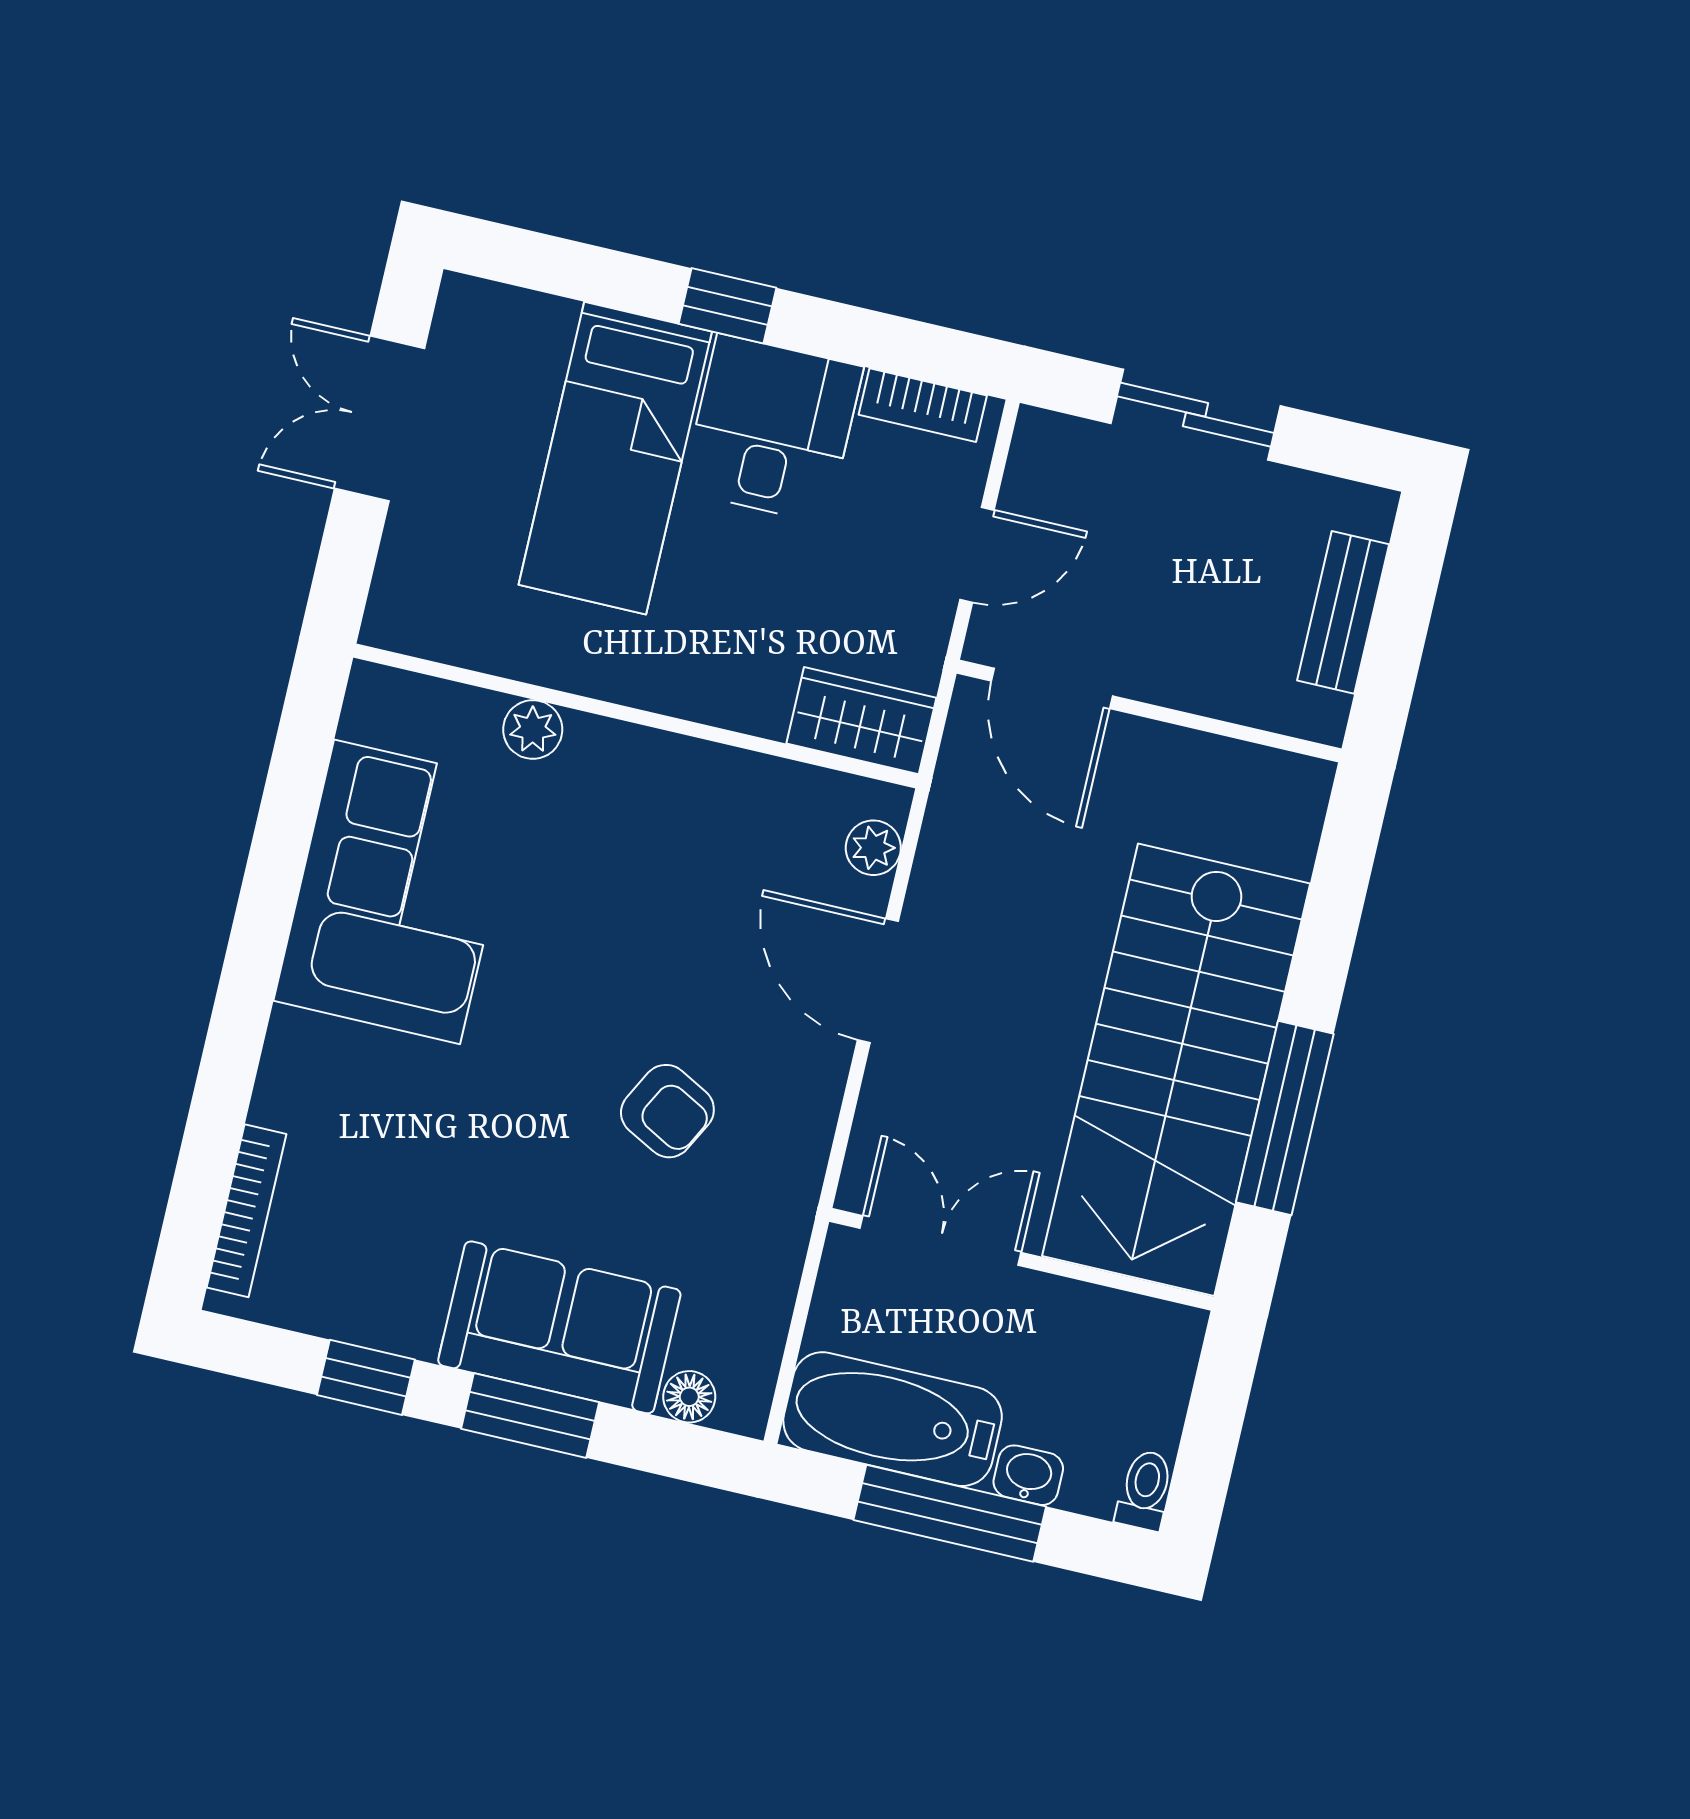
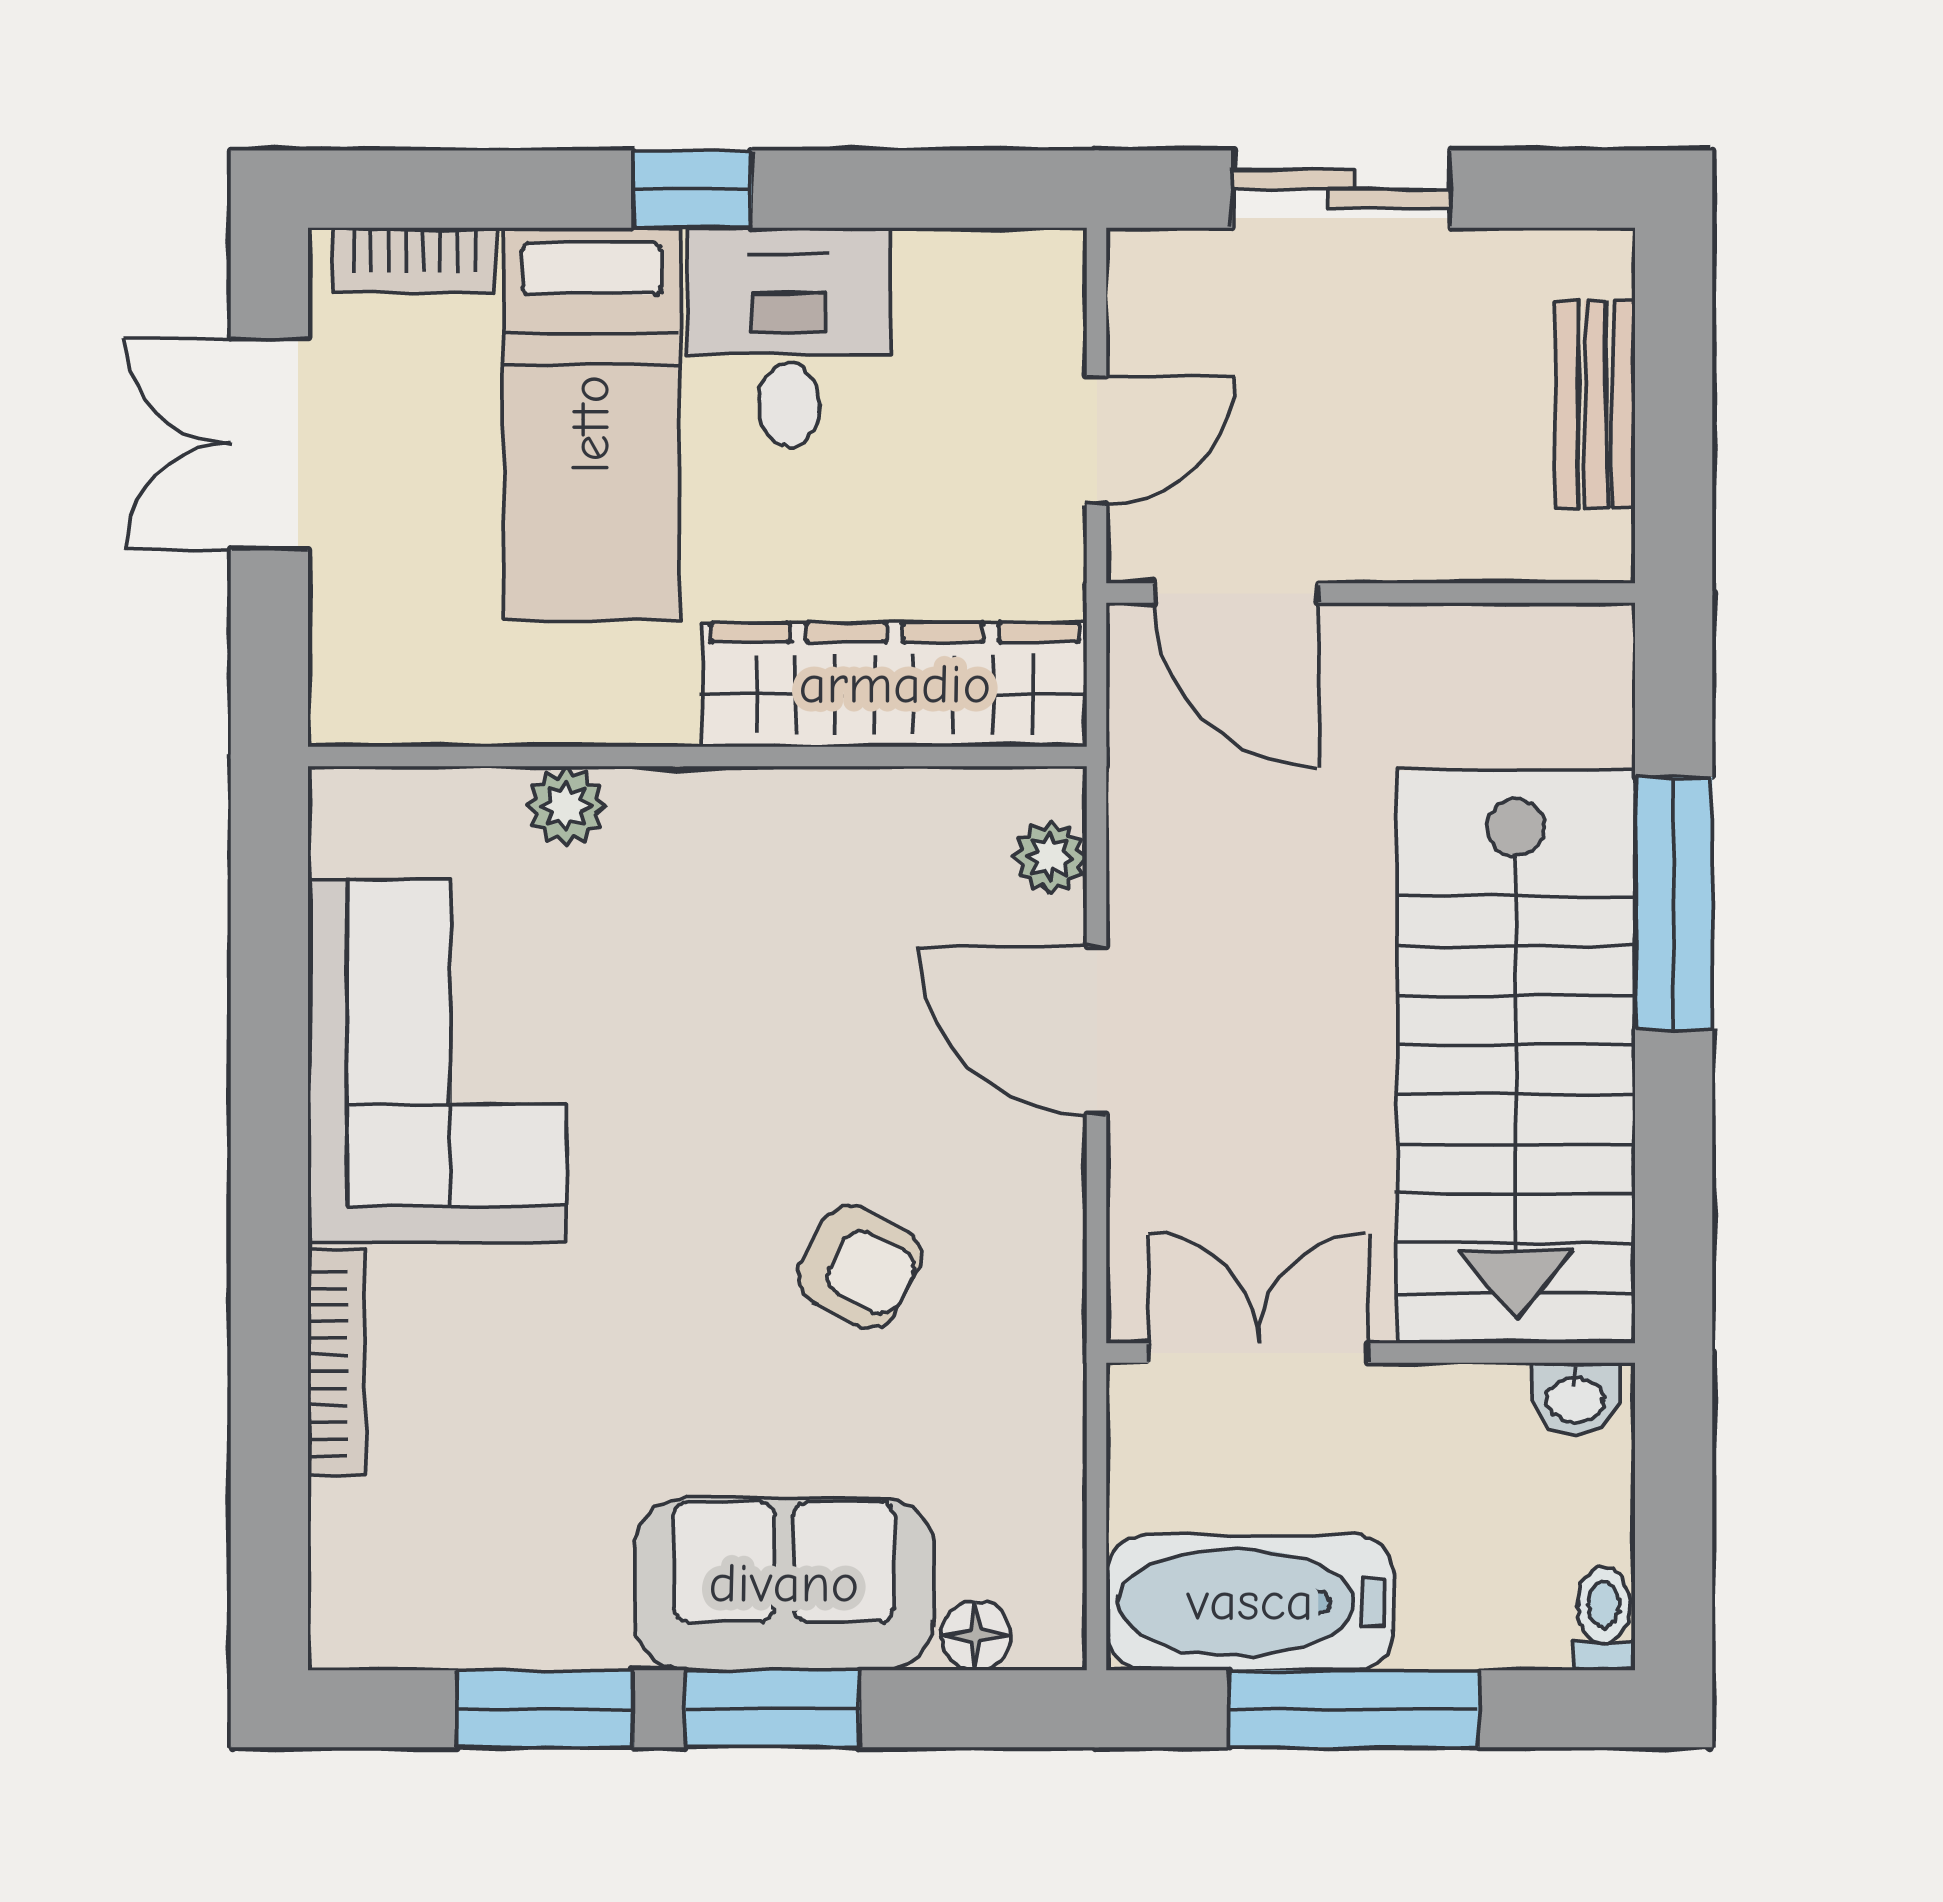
bookcase: (923, 405) -> (414, 260), moved
wardrobe: (861, 721) -> (895, 685), width x2.10, depth x1.17
window: (1285, 1118) -> (1674, 903), moved
bookcase: (246, 1211) -> (337, 1363), moved
window: (366, 1377) -> (545, 1709), width x1.50
washbasin: (1028, 1475) -> (1575, 1398), moved, turned 180

